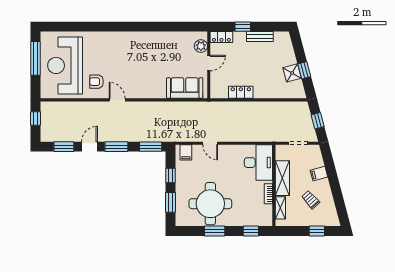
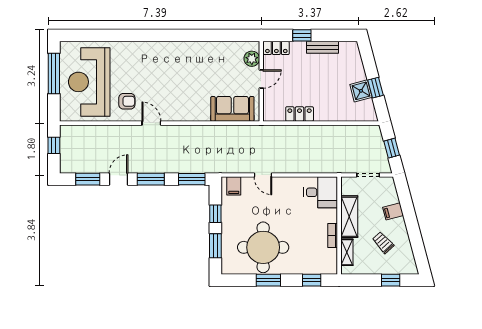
armchair: (97, 82) -> (127, 101), turned 180
desk: (258, 163) -> (321, 192), width x0.73

